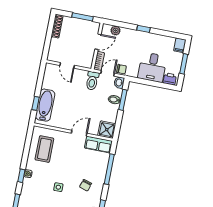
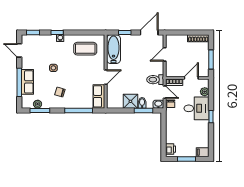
door: (98, 42) -> (191, 78), swing flipped
desk: (152, 67) -> (196, 108), moved, turned 180
door: (41, 77) -> (149, 33), added
bathtub: (45, 105) -> (113, 49), moved, turned -90
shower: (107, 130) -> (130, 101), moved
door: (79, 133) -> (106, 77), hinge flipped

